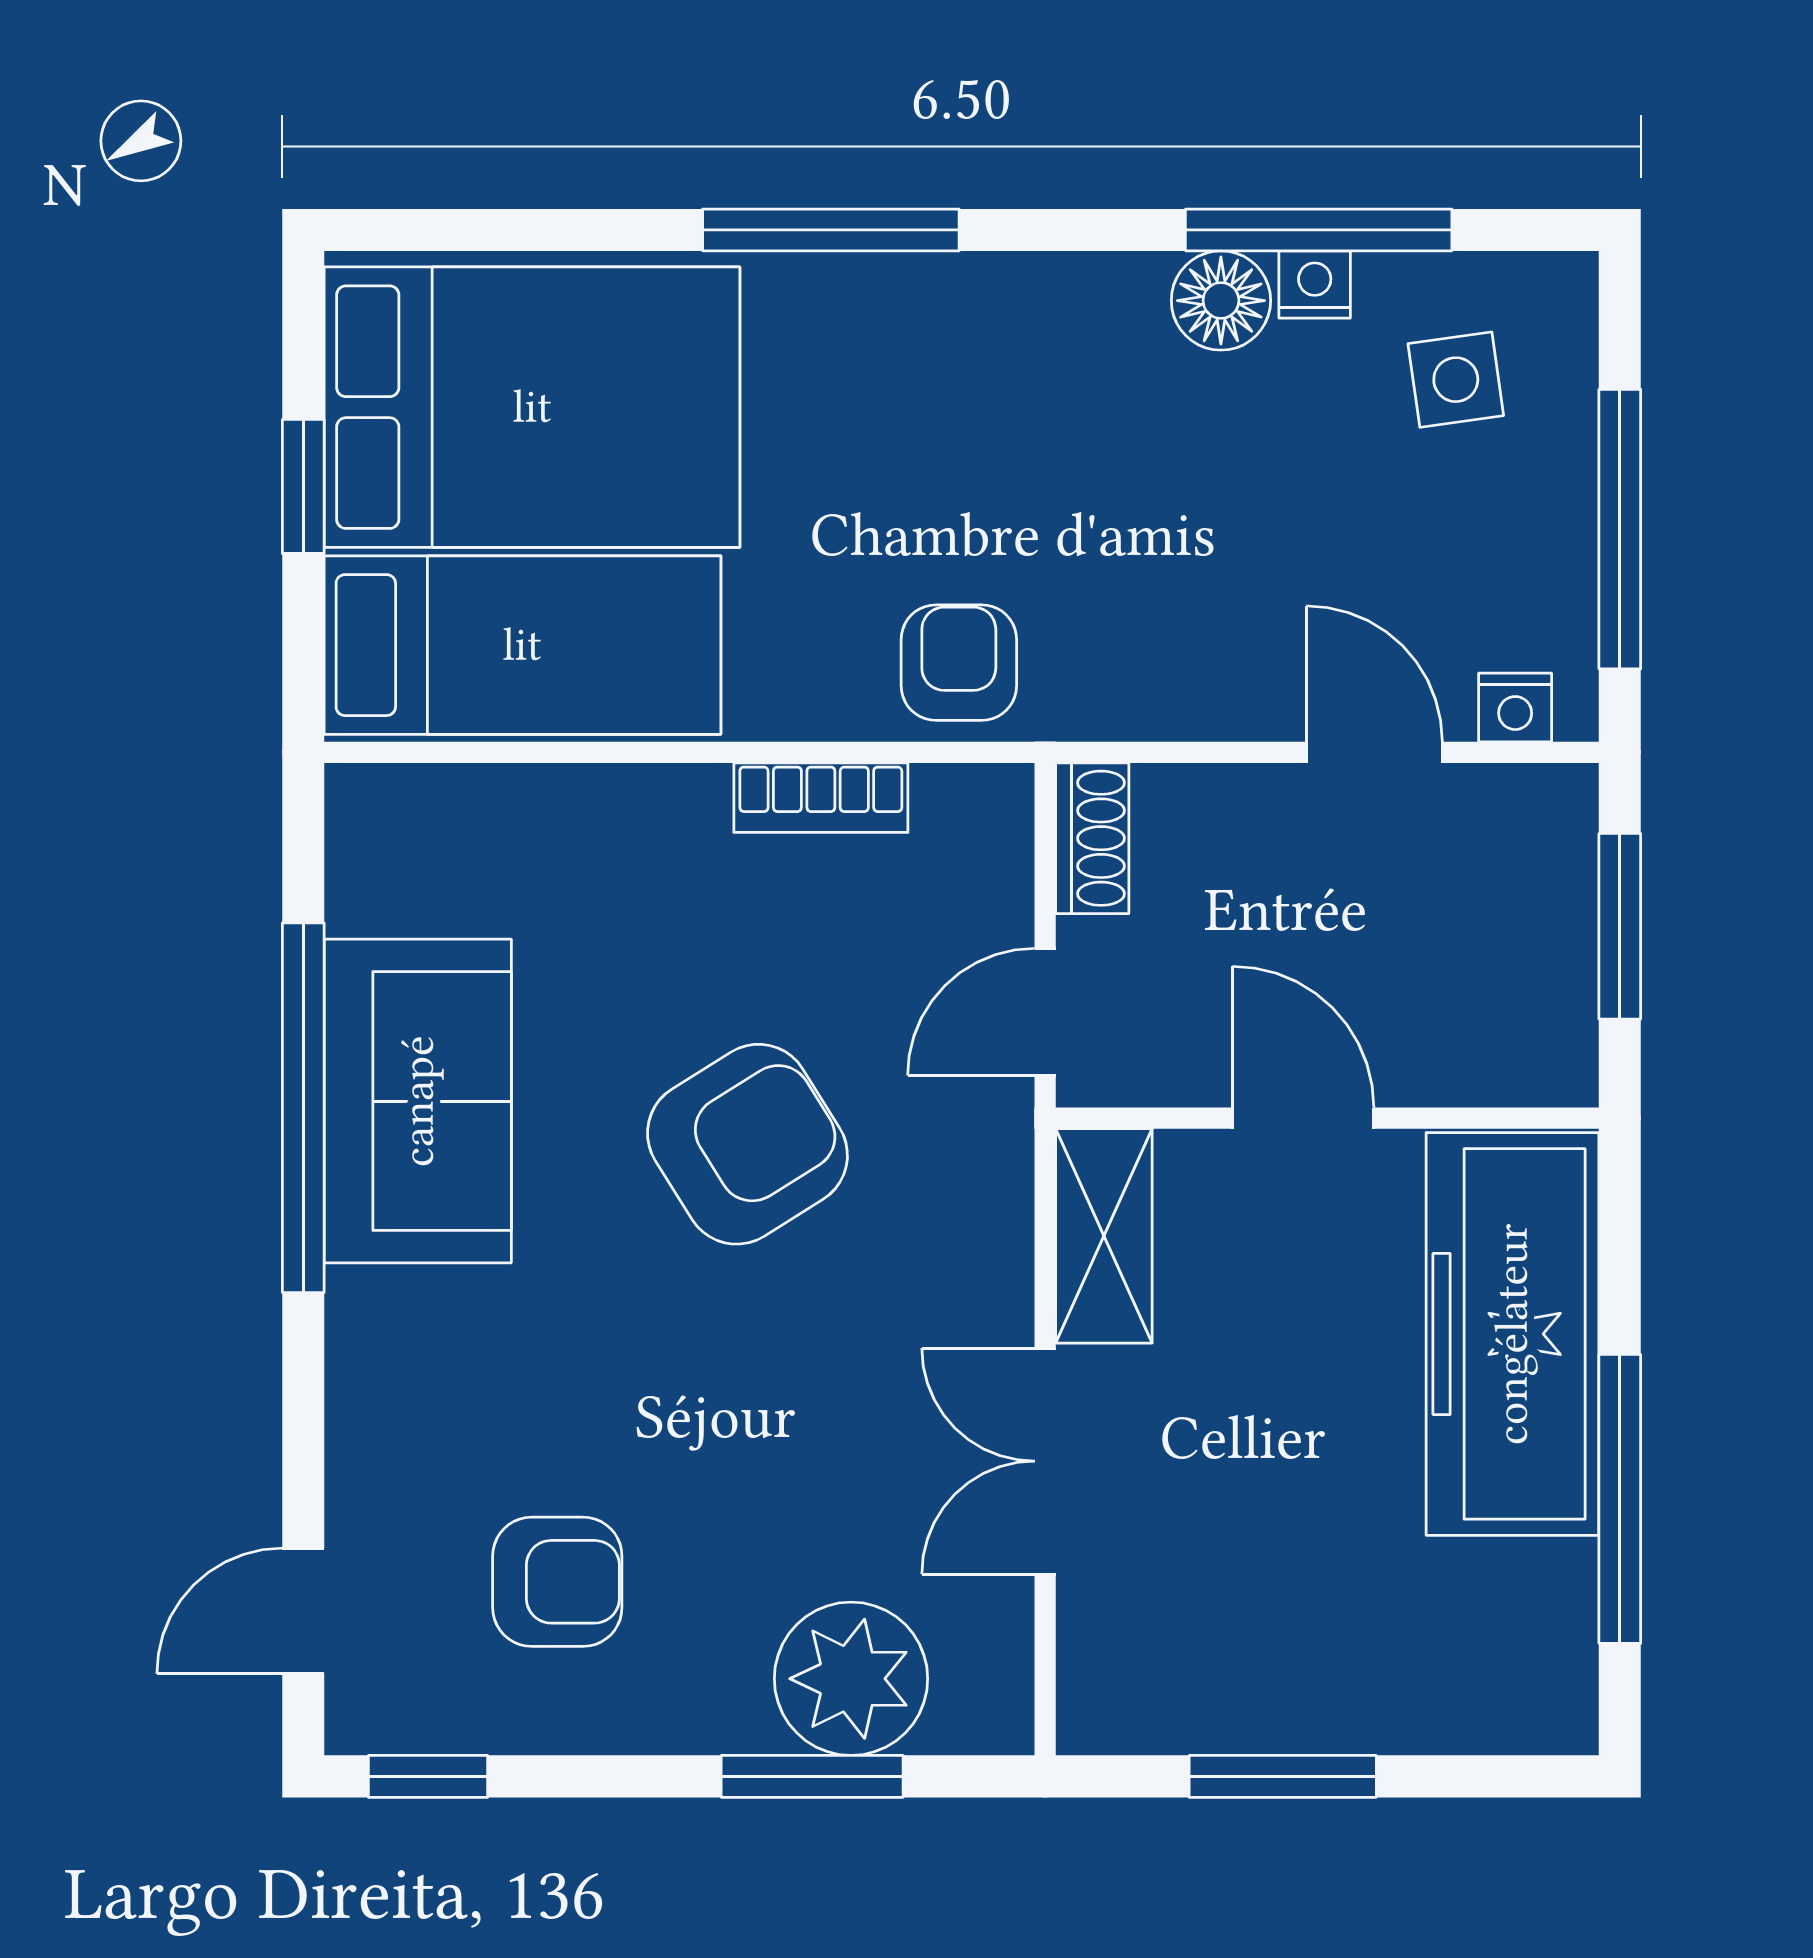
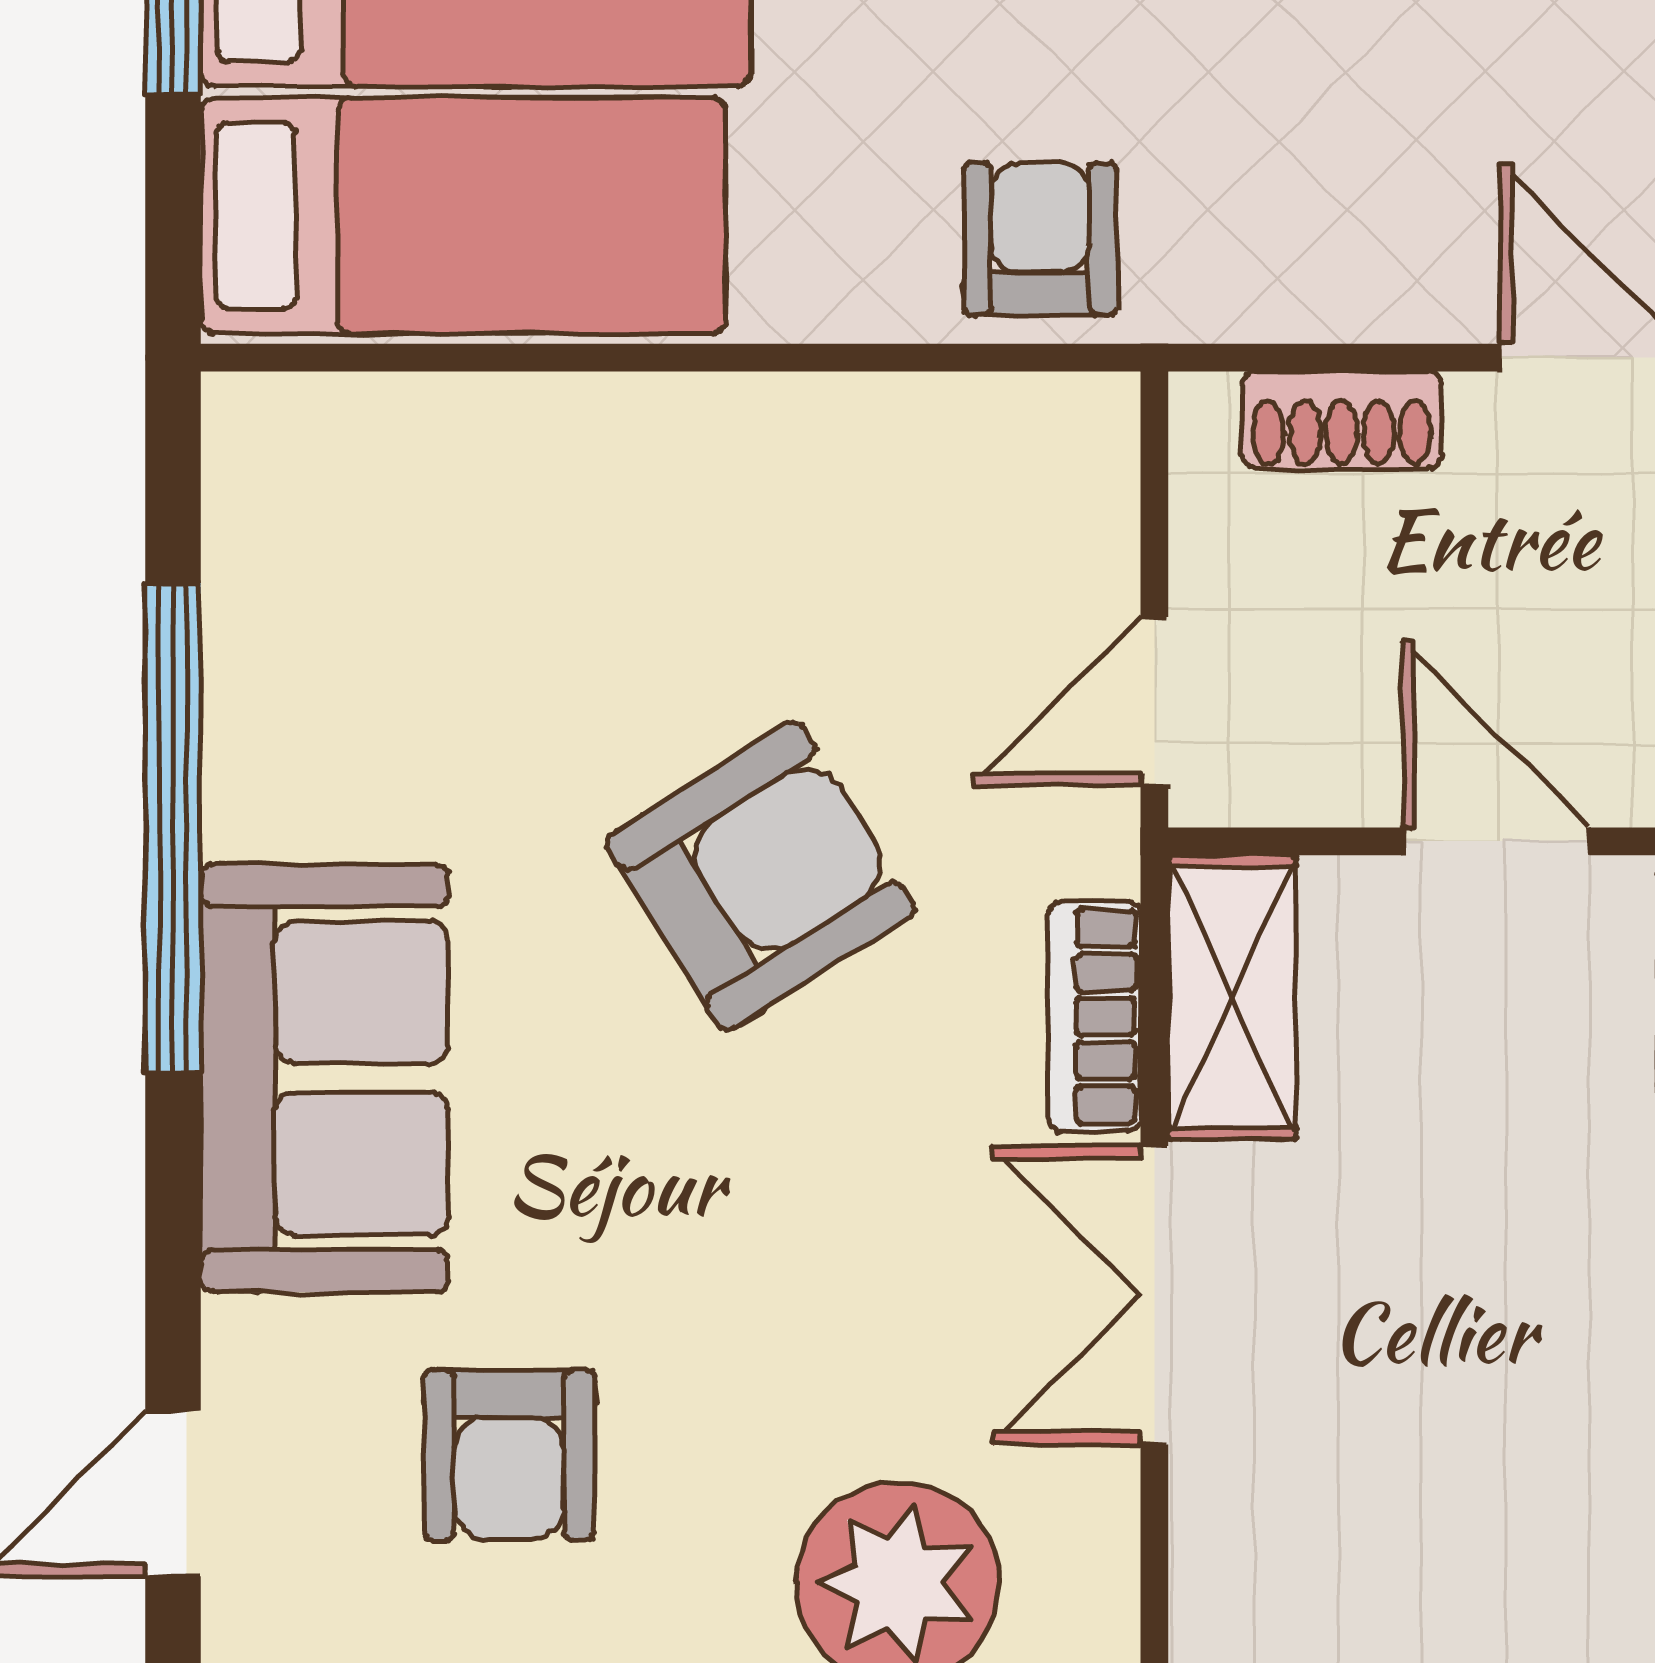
bookcase: (821, 798) -> (1095, 1017), moved, turned 90
shoe rack: (1092, 838) -> (1342, 420), moved, turned 90
sofa: (418, 1101) -> (324, 1078), moved
armchair: (557, 1582) -> (509, 1455), turned 90

